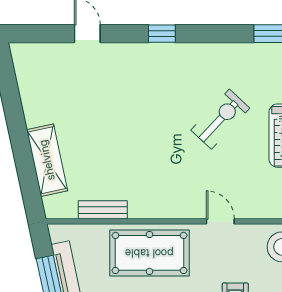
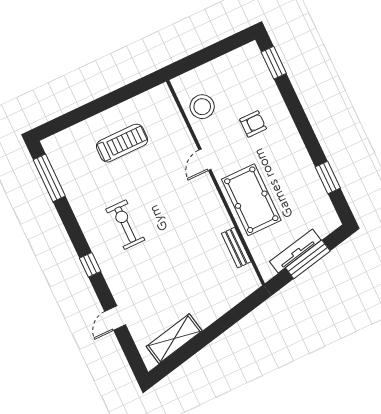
exercise bike: (220, 119) -> (125, 225), moved, turned 47
shelving: (47, 160) -> (174, 339), moved

